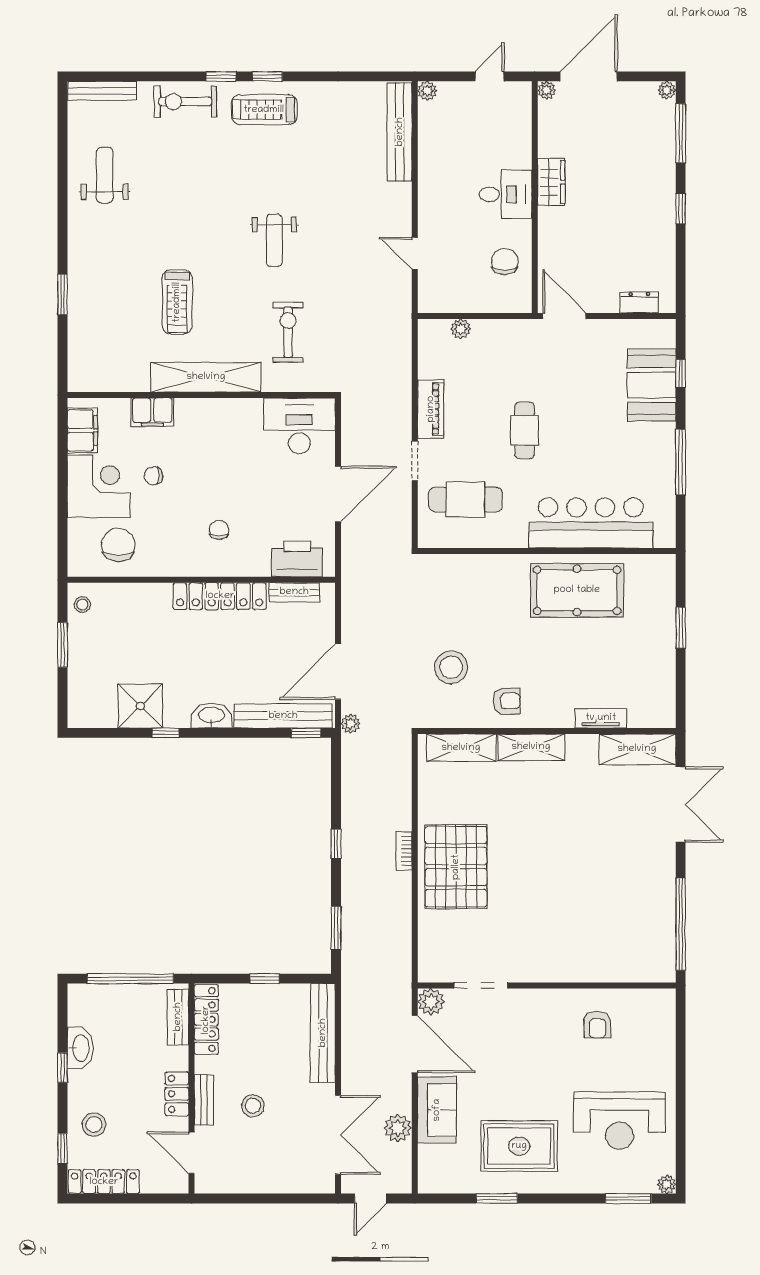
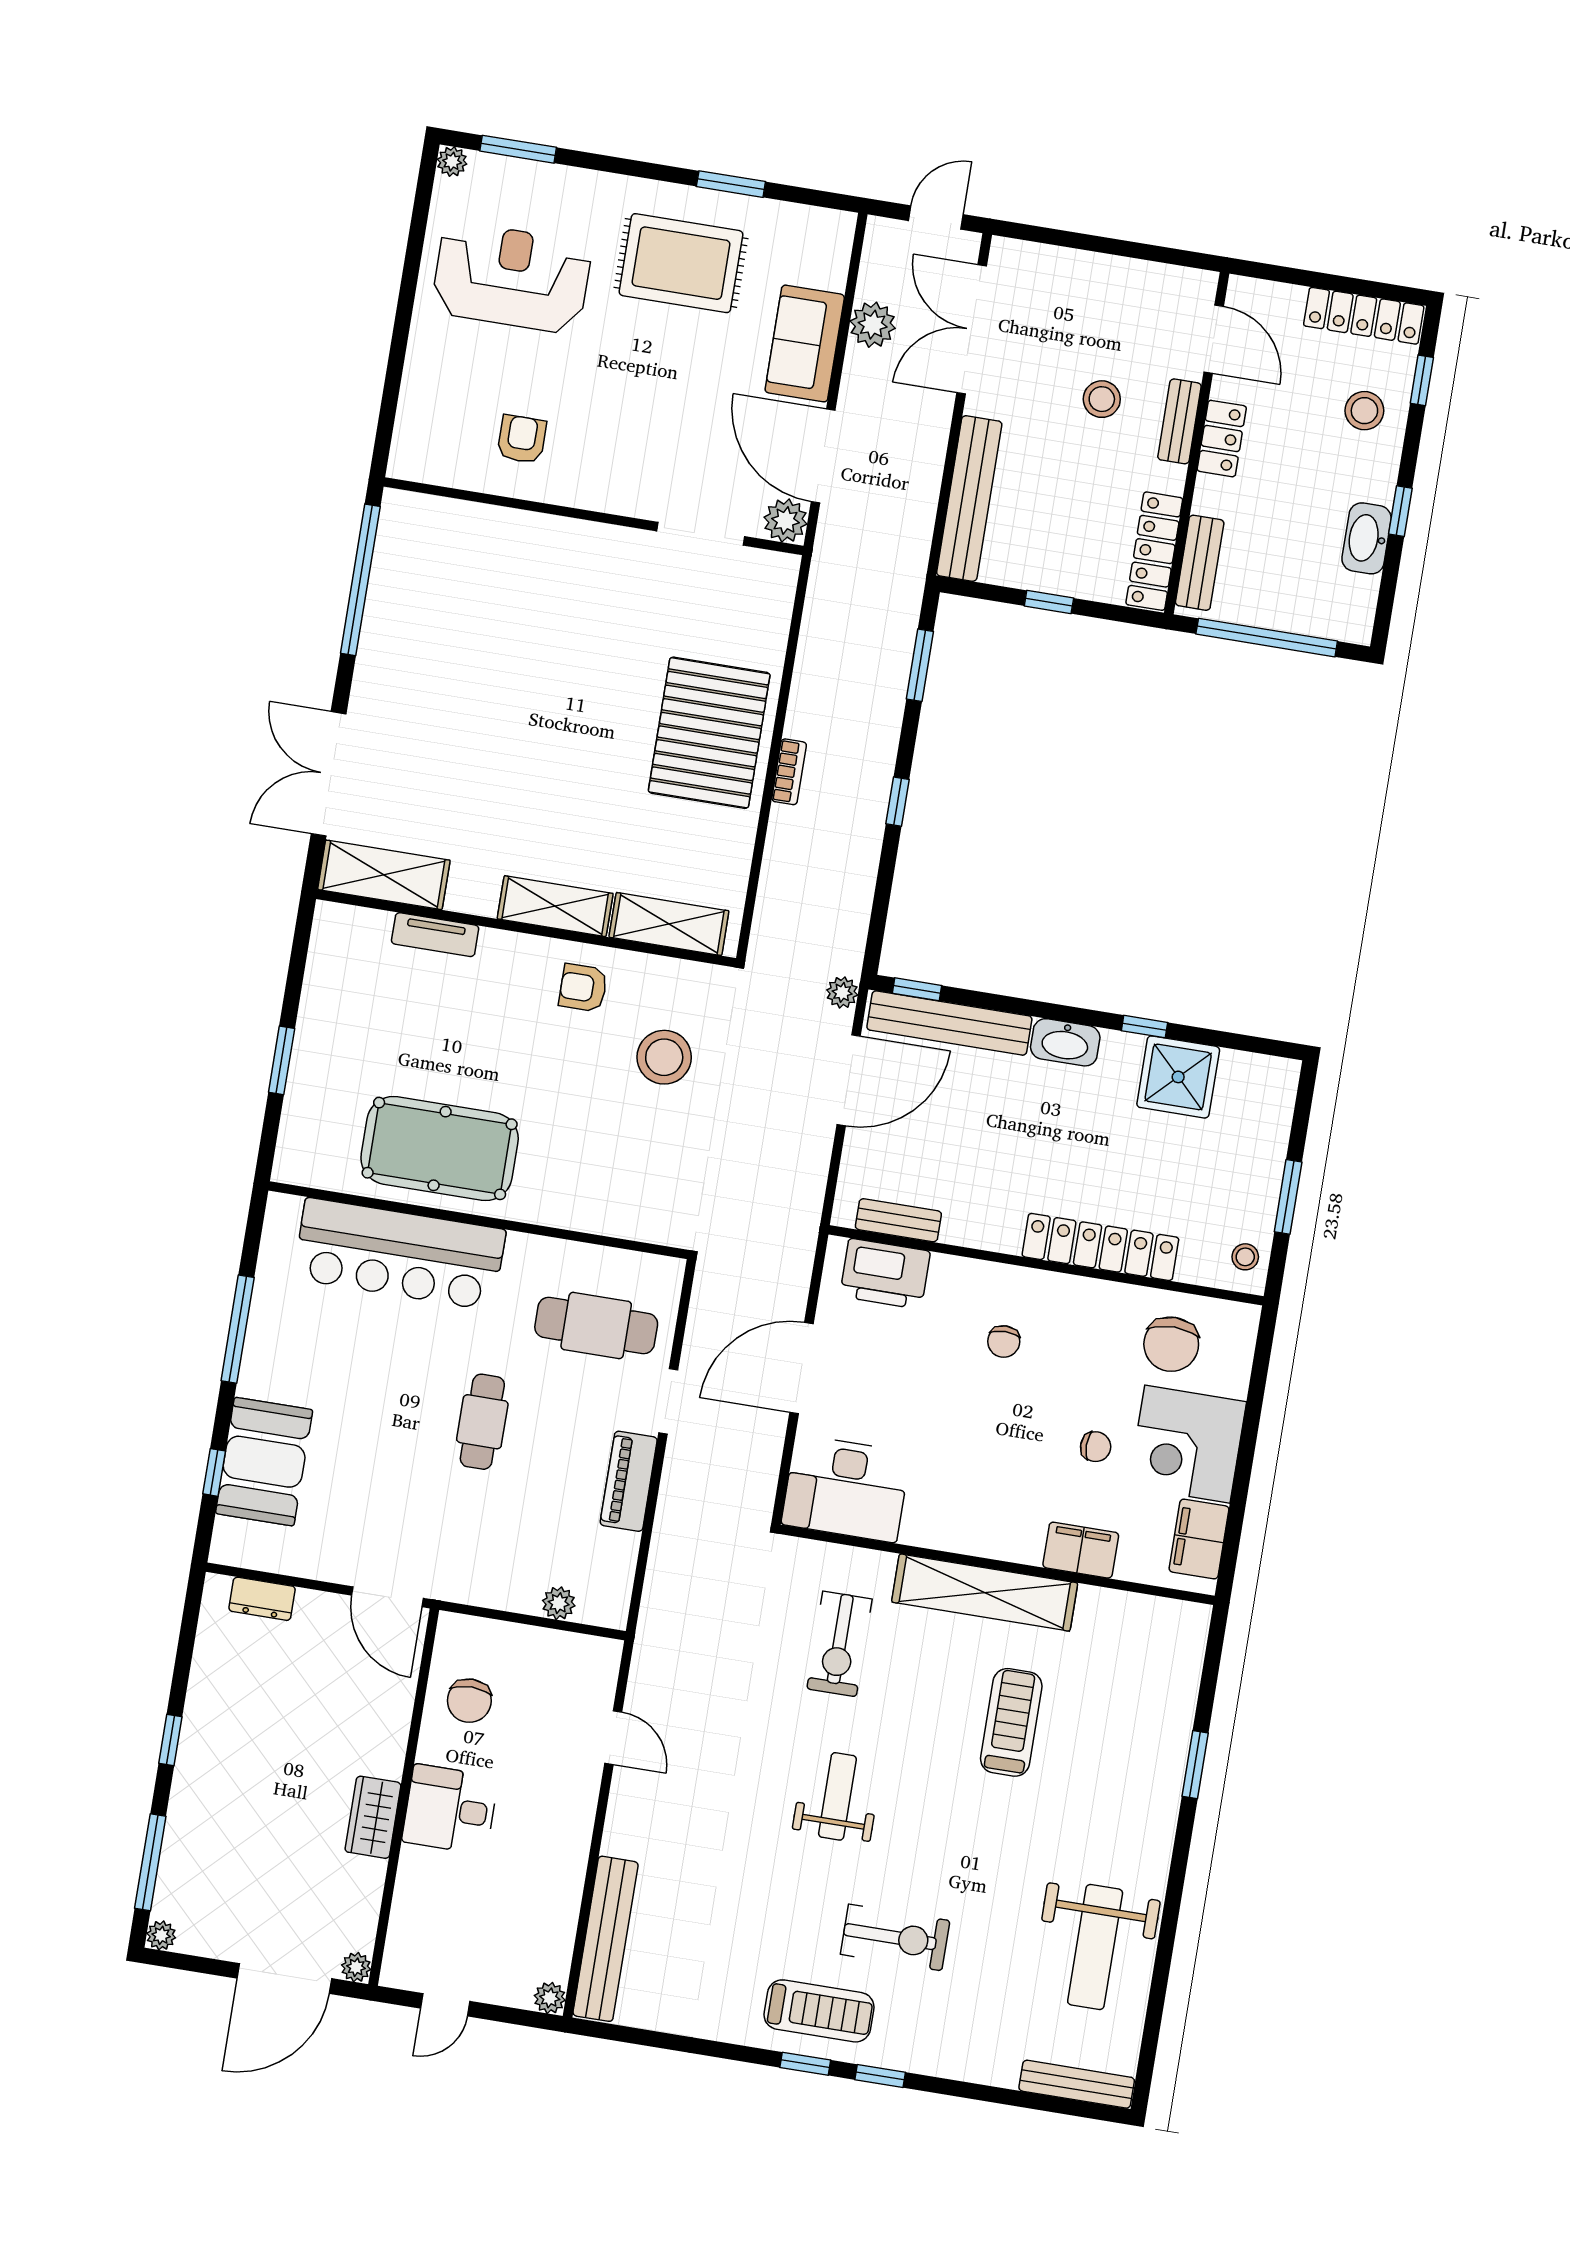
exercise bike: (185, 101) -> (895, 1937), moved
weight bench: (105, 175) -> (1095, 1947), width x1.36, depth x1.33
locker: (220, 596) -> (1100, 1247), moved

